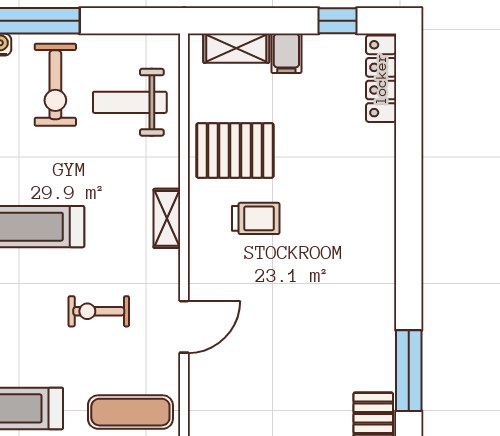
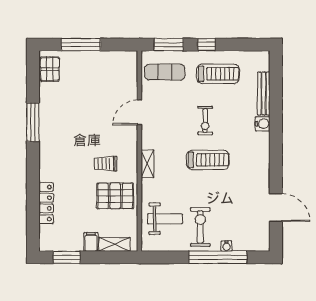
window: (338, 21) -> (67, 257), width x1.50
locker: (381, 79) -> (46, 203), moved
exercise bike: (99, 311) -> (205, 121), moved, turned 90
window: (409, 371) -> (33, 122), moved

